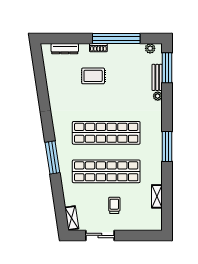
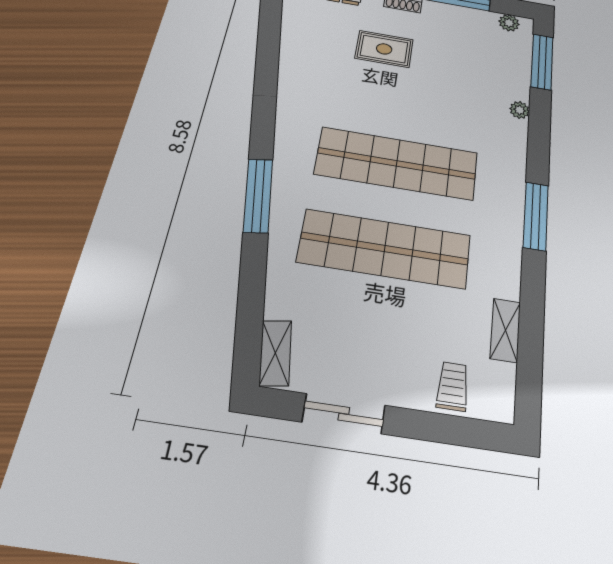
bench: (157, 77) -> (521, 75), removed
trolley: (114, 205) -> (453, 386), moved

